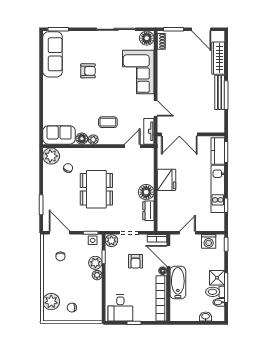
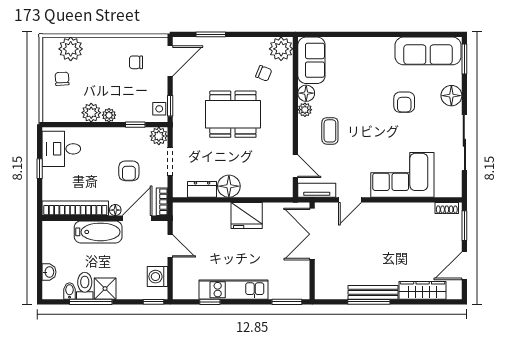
floor lamp: (147, 38) -> (451, 96), moved
kitchen counter: (218, 151) -> (288, 290), removed
armchair: (136, 261) -> (129, 171), turned -90
plant: (95, 263) -> (91, 113), moved

